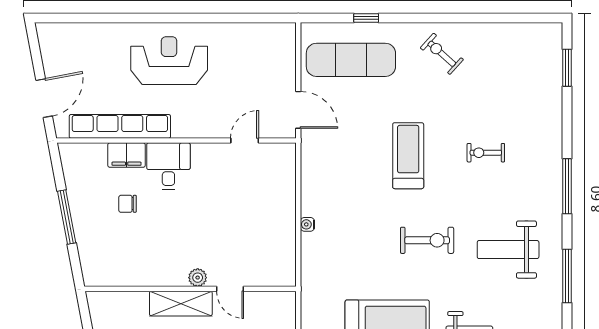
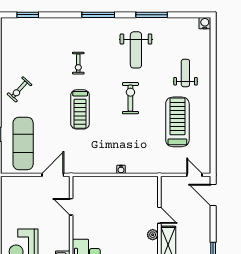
treadmill: (408, 156) -> (80, 109), turned -90
door: (230, 289) -> (159, 215), hinge flipped

